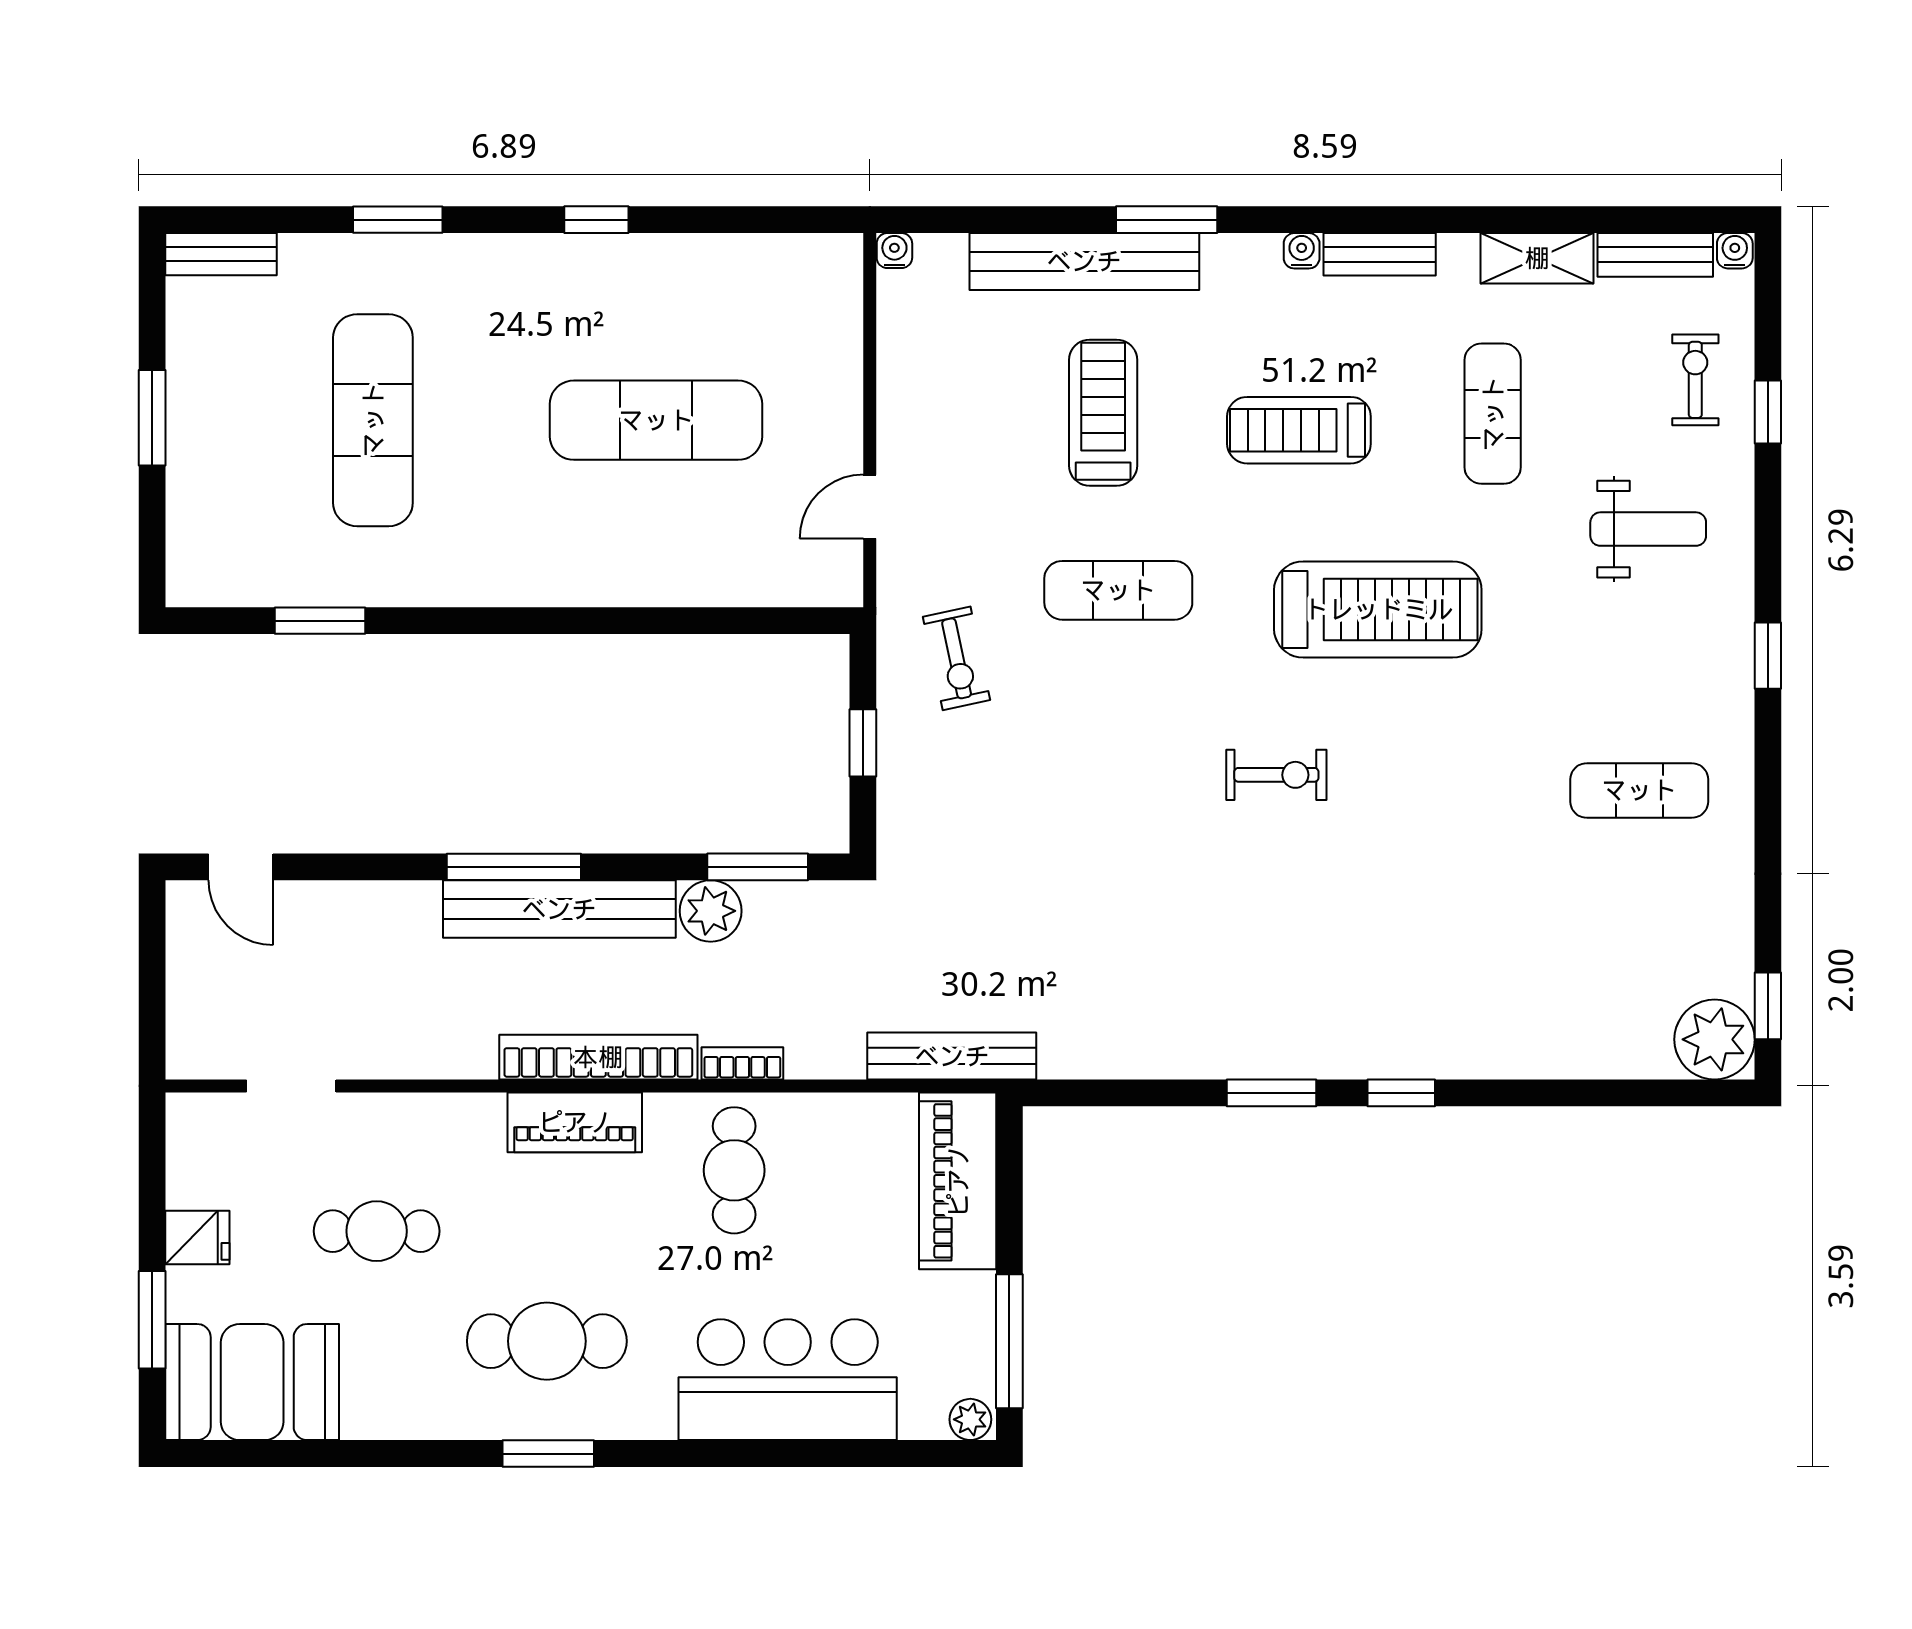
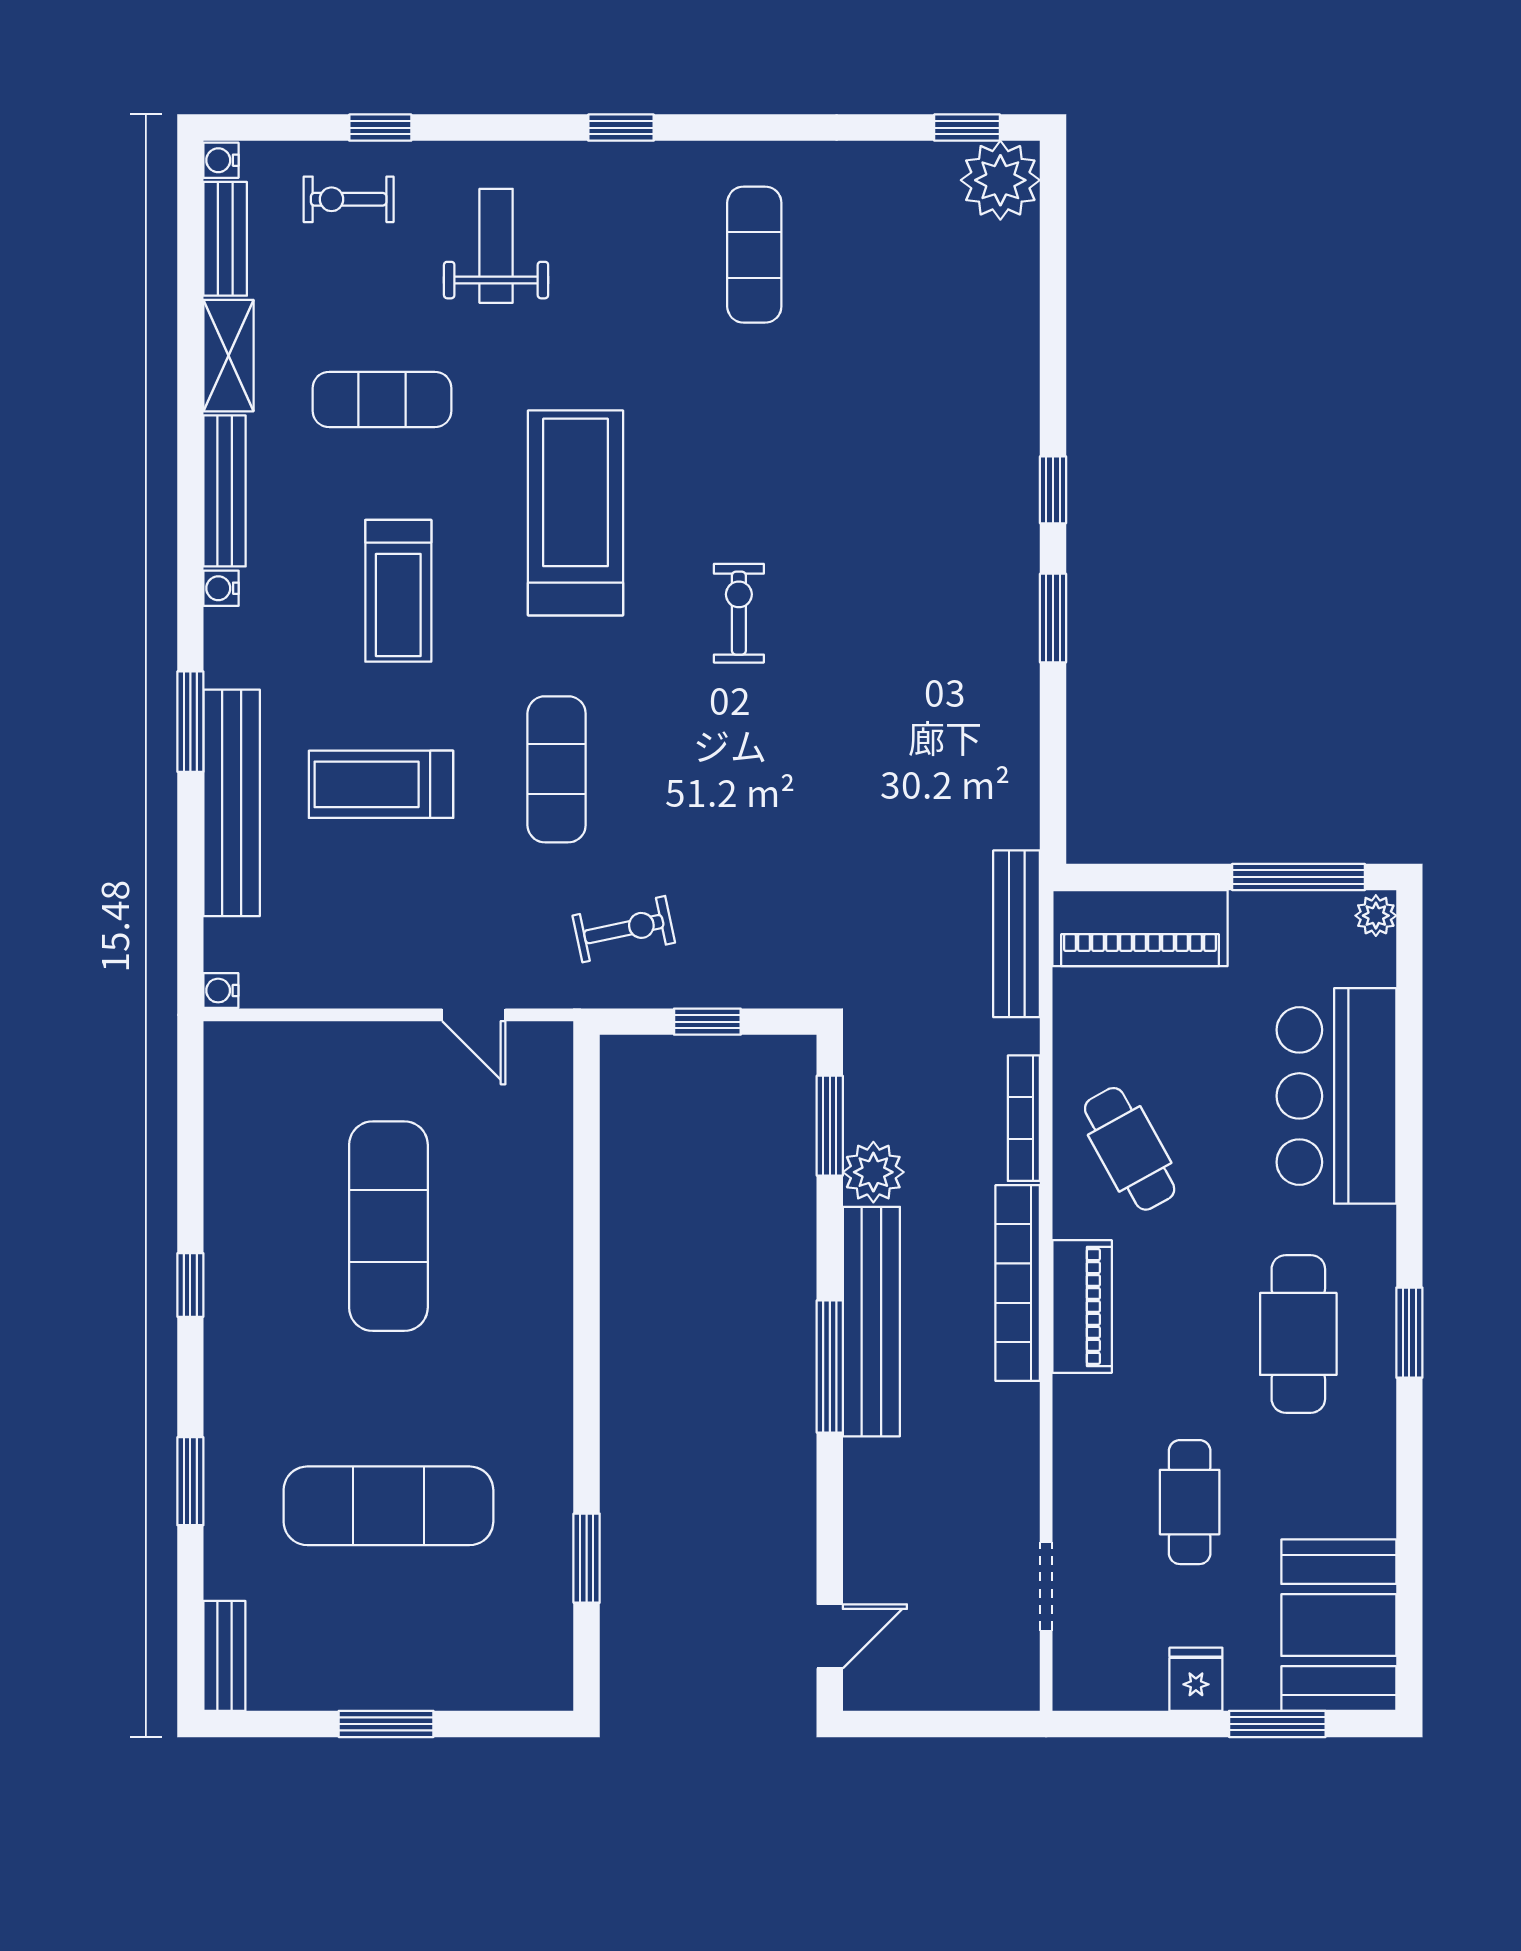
bench: (1380, 254) -> (225, 491), width x1.36
bookcase: (742, 1063) -> (1024, 1118), width x1.56
cafe table: (734, 1170) -> (1130, 1149), turned 61

